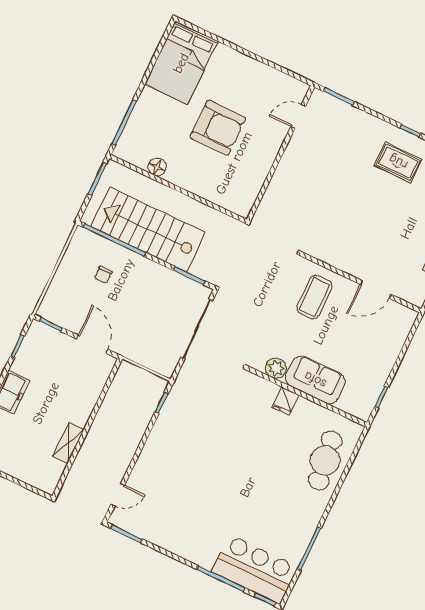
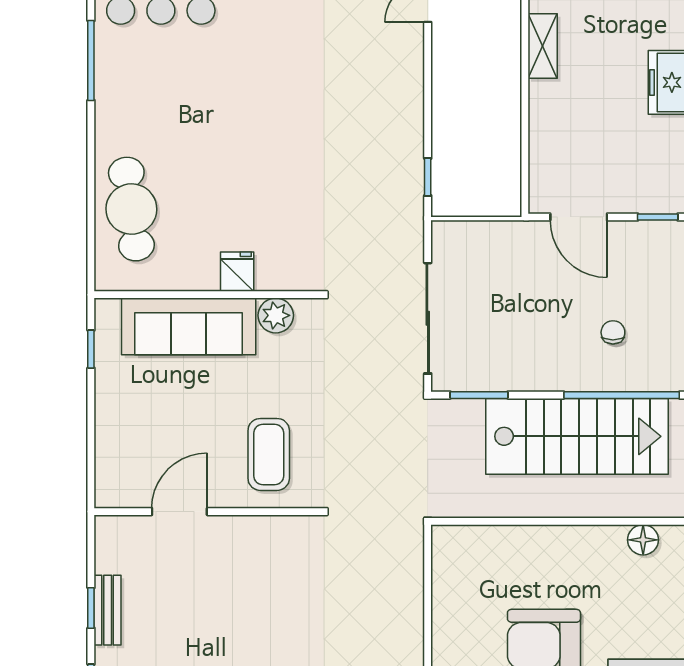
floor lamp: (157, 167) -> (643, 540), moved
sofa: (315, 380) -> (189, 326), width x1.36

